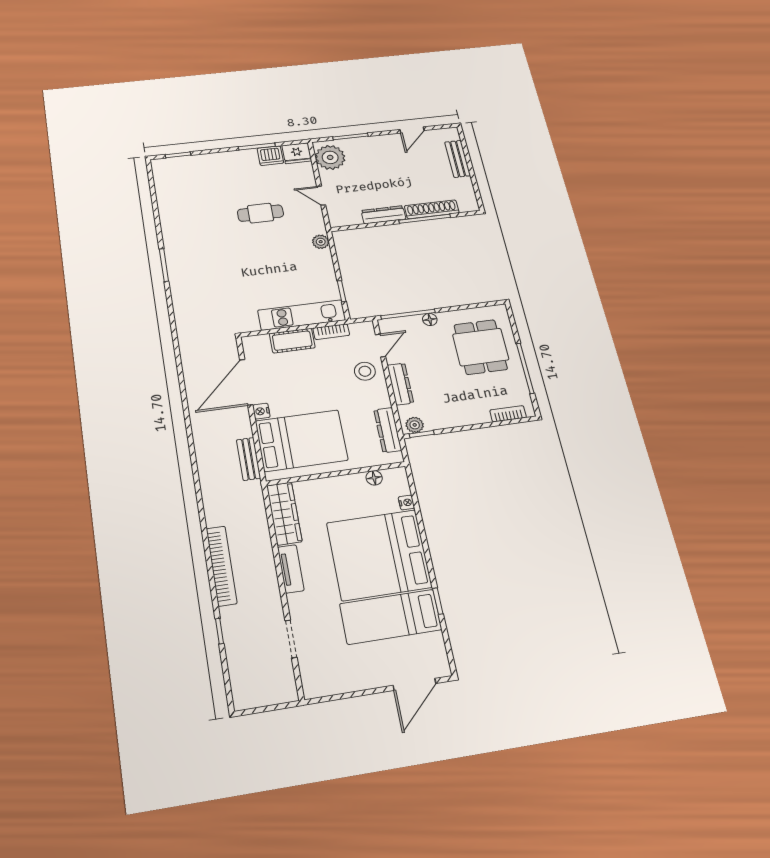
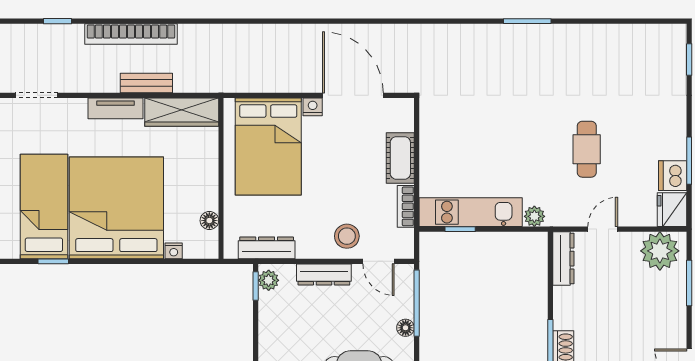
dresser: (384, 215) -> (563, 259), moved
kitchen unit: (302, 315) -> (471, 212), moved, turned -90
bench: (249, 459) -> (146, 83), moved

